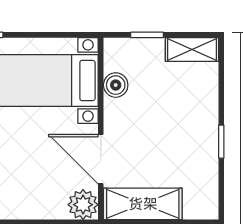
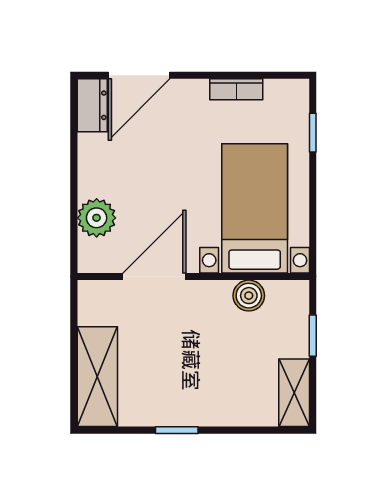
shelving: (143, 204) -> (97, 377), moved
plant: (83, 205) -> (97, 218), moved

